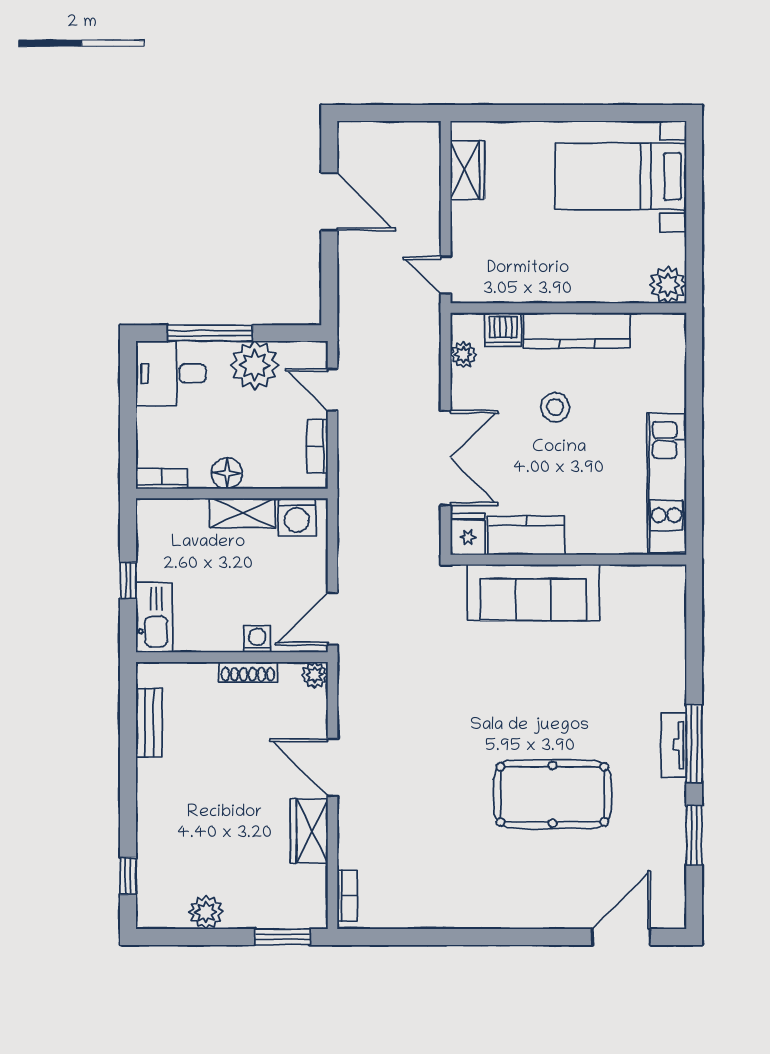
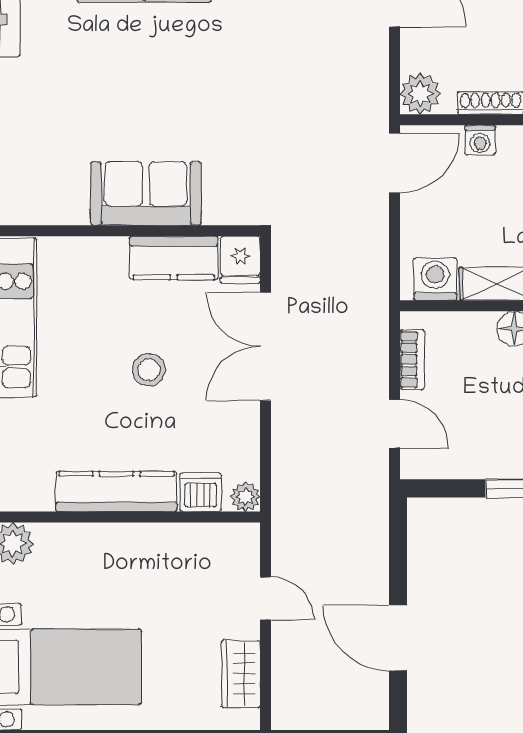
door: (446, 275) -> (266, 598), moved
plant: (463, 355) -> (245, 497), moved
plant: (255, 365) -> (483, 452), removed
stool: (555, 407) -> (149, 370), moved
sofa: (533, 592) -> (146, 193), width x0.73
plant: (315, 675) -> (420, 94), width x1.38, depth x1.38

